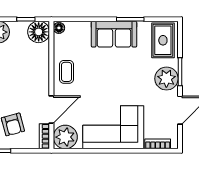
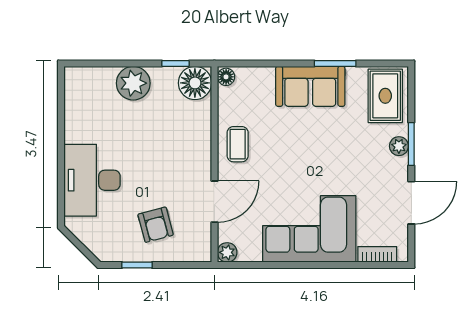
plant: (166, 79) -> (399, 146), width x0.53, depth x0.53
bookcase: (44, 136) -> (204, 243), removed
plant: (65, 137) -> (227, 252), width x0.53, depth x0.53

